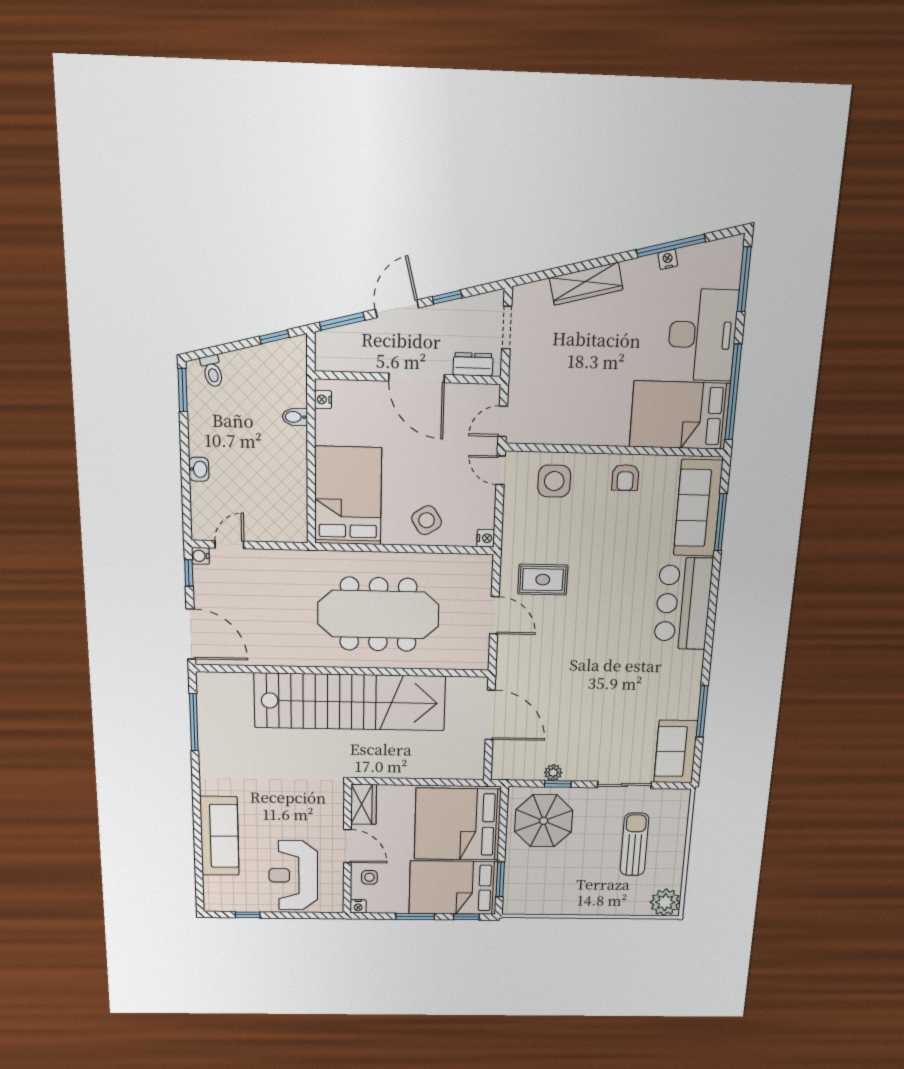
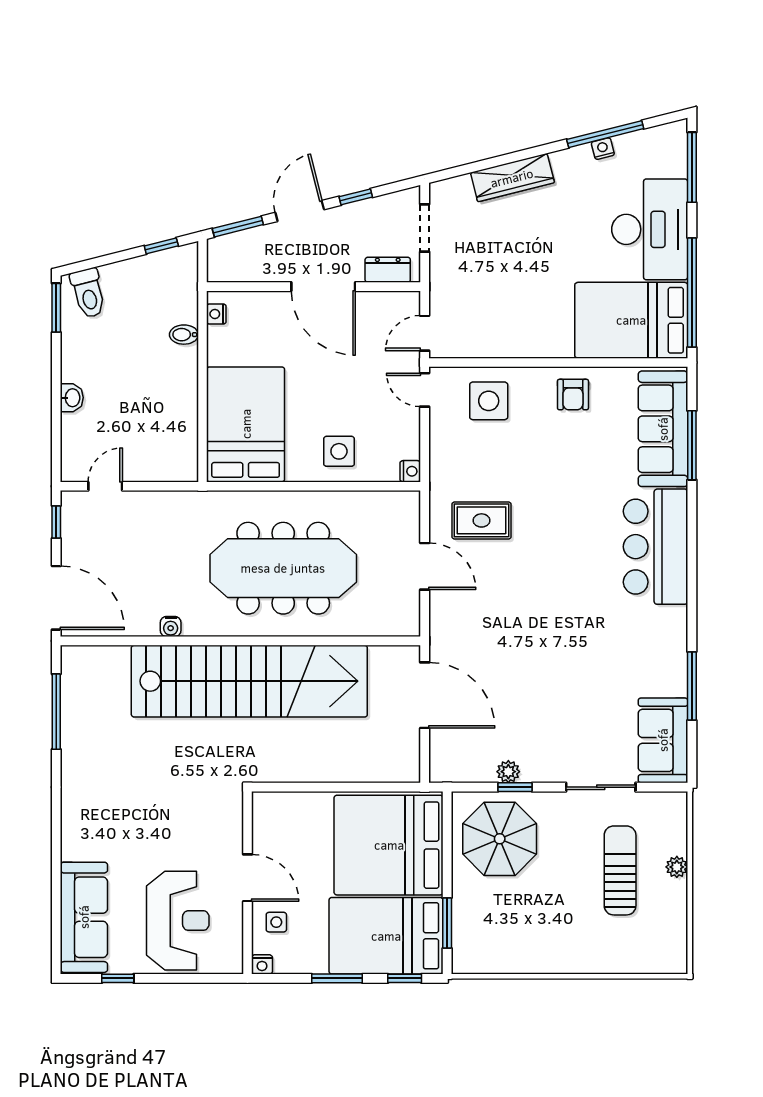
toilet: (212, 371) -> (88, 293), width x1.37, depth x1.39
side table: (427, 520) -> (339, 451), turned 32
water cooler: (200, 556) -> (171, 627), moved, turned -90
wardrobe: (364, 804) -> (268, 819), removed
sofa: (219, 836) -> (84, 917), moved
reception desk: (293, 875) -> (178, 921), turned 180
plant: (665, 902) -> (677, 867), moved, width x0.53, depth x0.53

